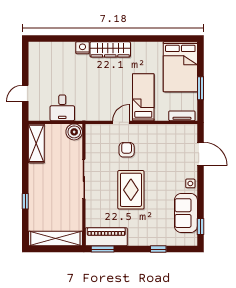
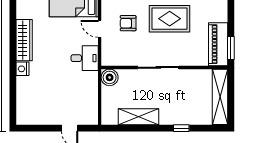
desk: (62, 108) -> (85, 58), moved
shelving: (36, 143) -> (139, 117), moved

